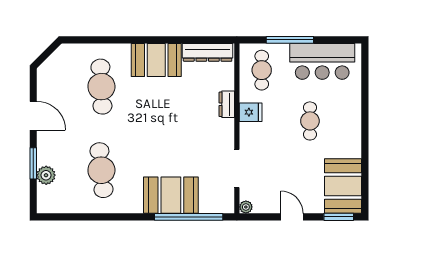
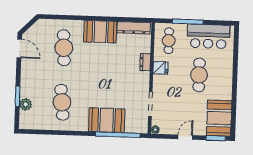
door: (33, 116) -> (19, 48), moved
cafe table: (310, 121) -> (199, 75), width x1.37, depth x1.35
door: (292, 217) -> (185, 137), hinge flipped

